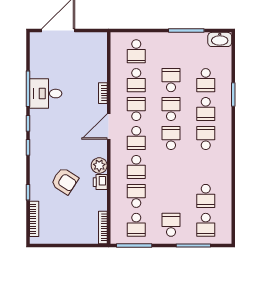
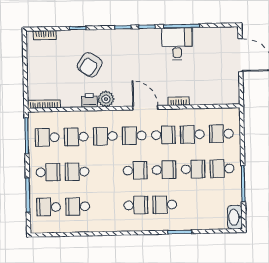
school desk: (206, 80) -> (222, 169), moved
school desk: (136, 196) -> (76, 137), turned 180
school desk: (171, 196) -> (77, 172), added
bookcase: (34, 219) -> (45, 35), width x0.64

